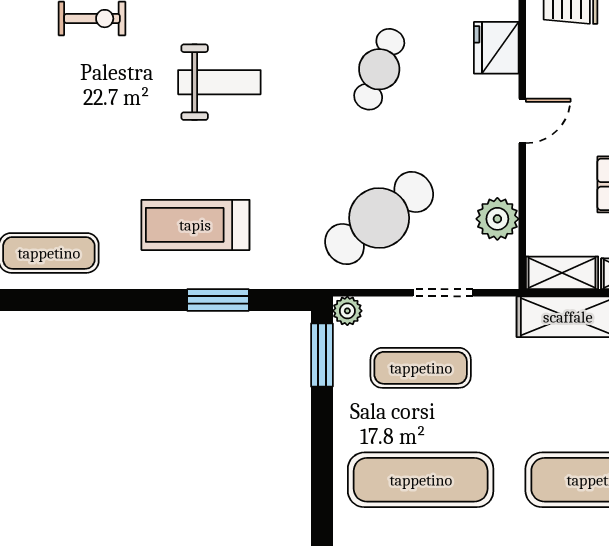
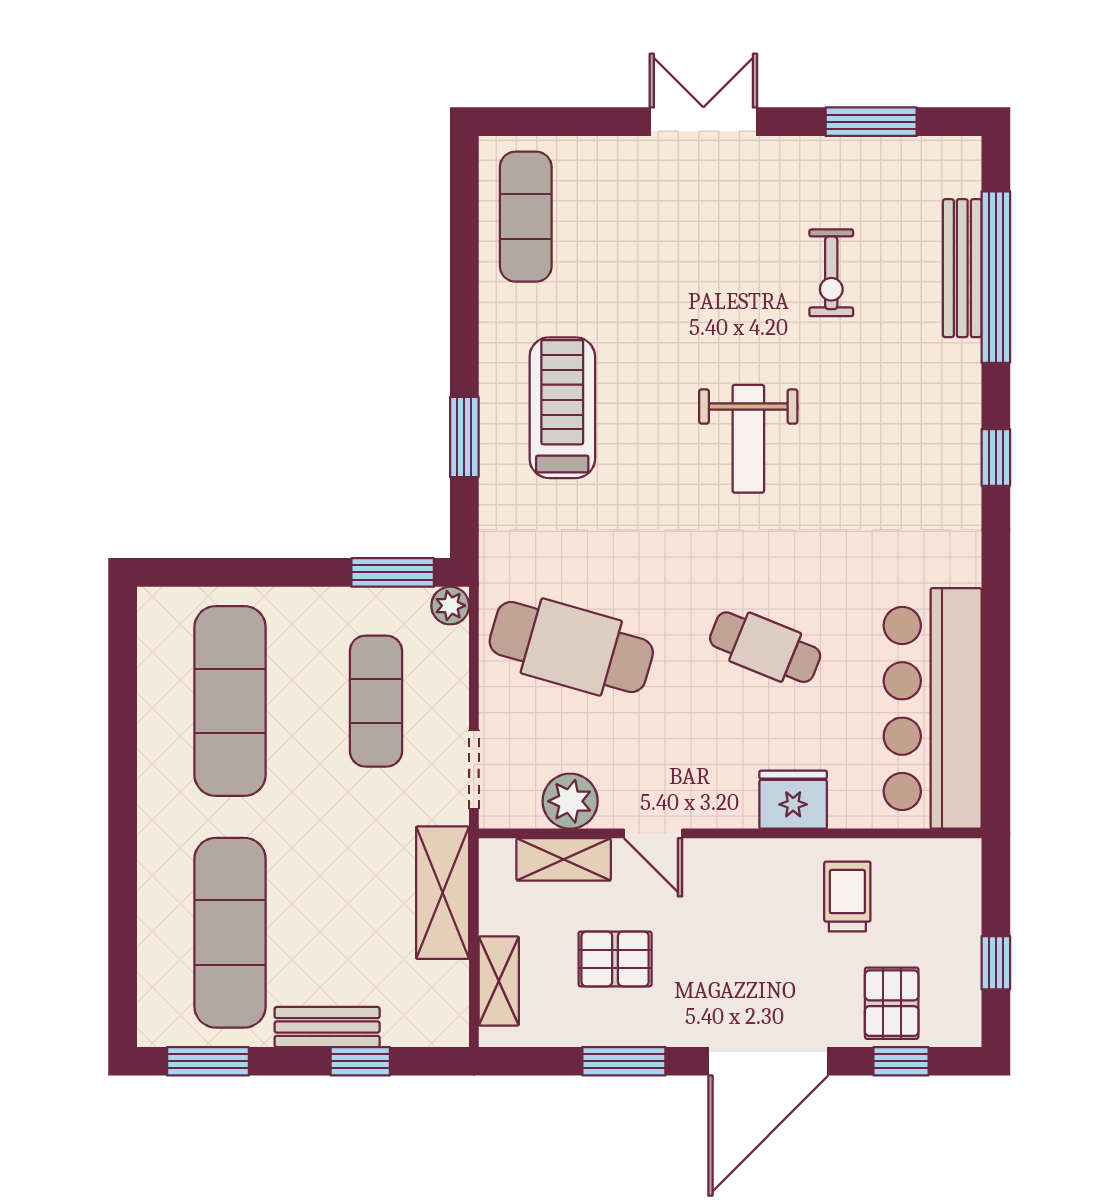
door: (522, 121) -> (653, 833), moved
cafe table: (379, 218) -> (571, 647), turned -37
shelving: (562, 273) -> (564, 859), moved, turned 90
doorway: (443, 293) -> (474, 770), moved

